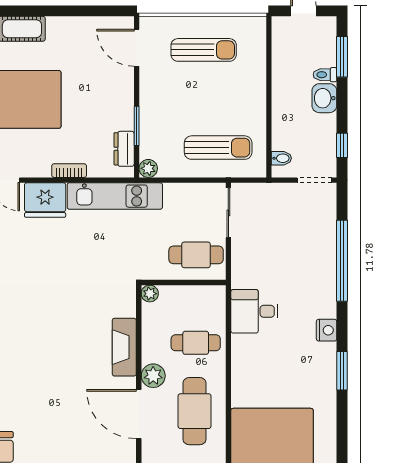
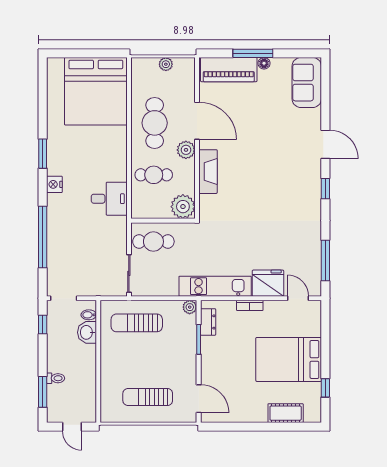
washbasin: (324, 98) -> (87, 332), moved, turned 180
plant: (150, 294) -> (183, 207), width x1.88, depth x1.88

